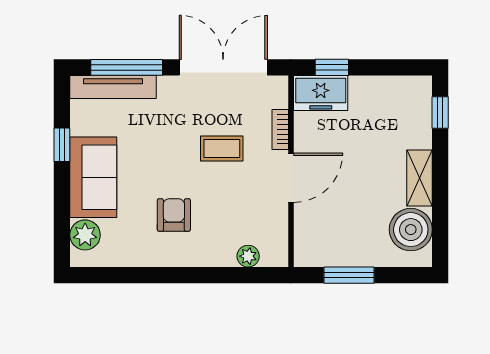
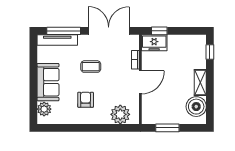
window: (62, 145) -> (33, 67), removed
coffee table: (222, 148) -> (91, 67), moved
plant: (248, 256) -> (120, 114), width x1.87, depth x1.87

